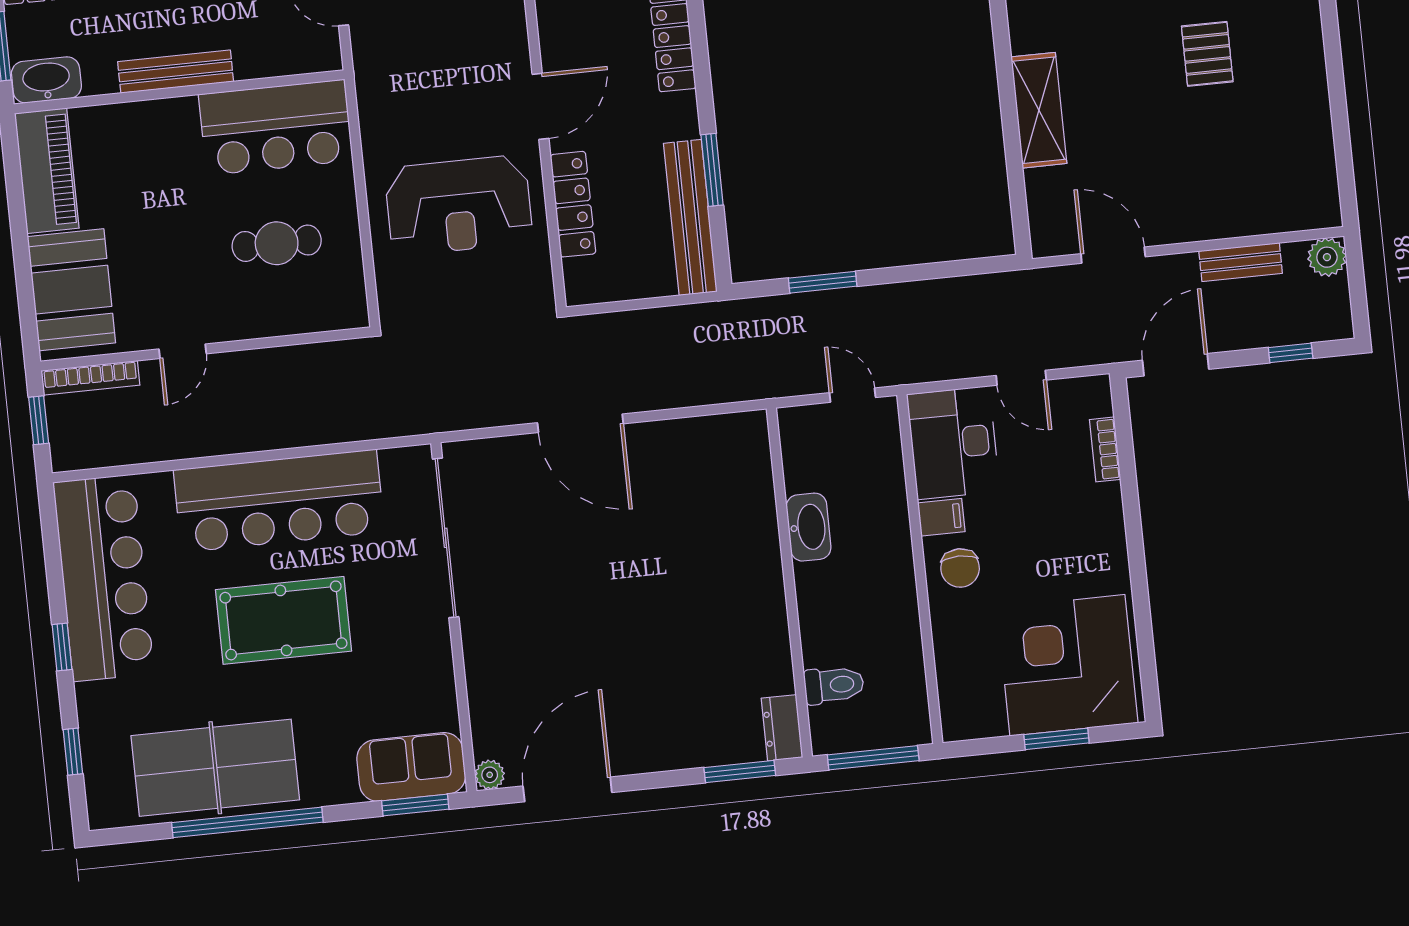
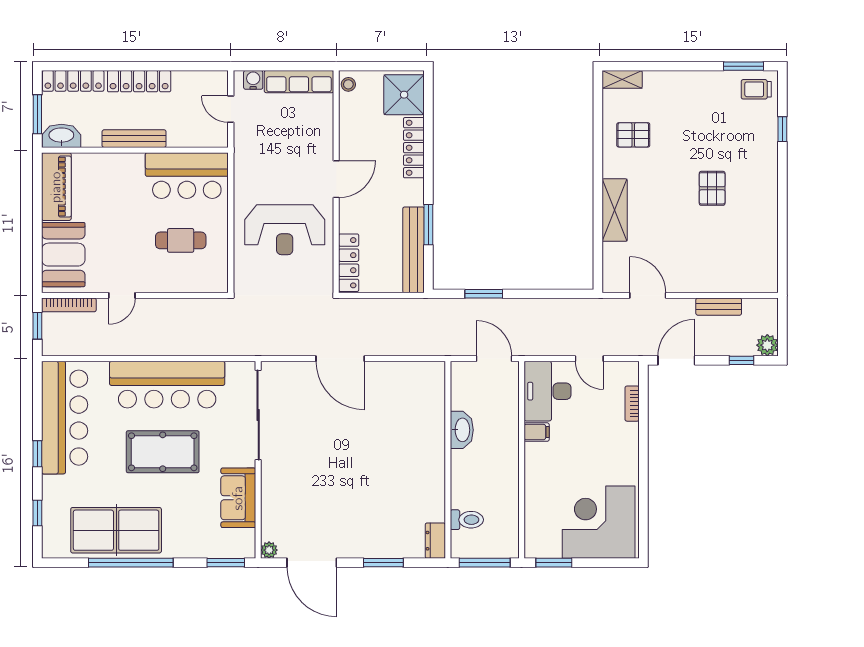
locker: (573, 204) -> (349, 263), moved
plant: (1327, 257) -> (767, 345), moved
door: (853, 395) -> (494, 359), width x1.38
chair: (960, 568) -> (544, 462), removed
window: (1056, 739) -> (554, 563), moved
sofa: (411, 767) -> (238, 498), moved, turned -90
window: (740, 772) -> (383, 563), moved
door: (567, 789) -> (312, 563), swing flipped

